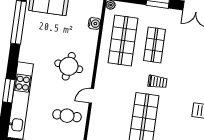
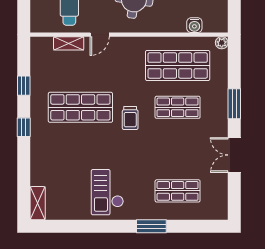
door: (91, 96) -> (100, 35), swing flipped
shelving: (95, 120) -> (69, 43), added

